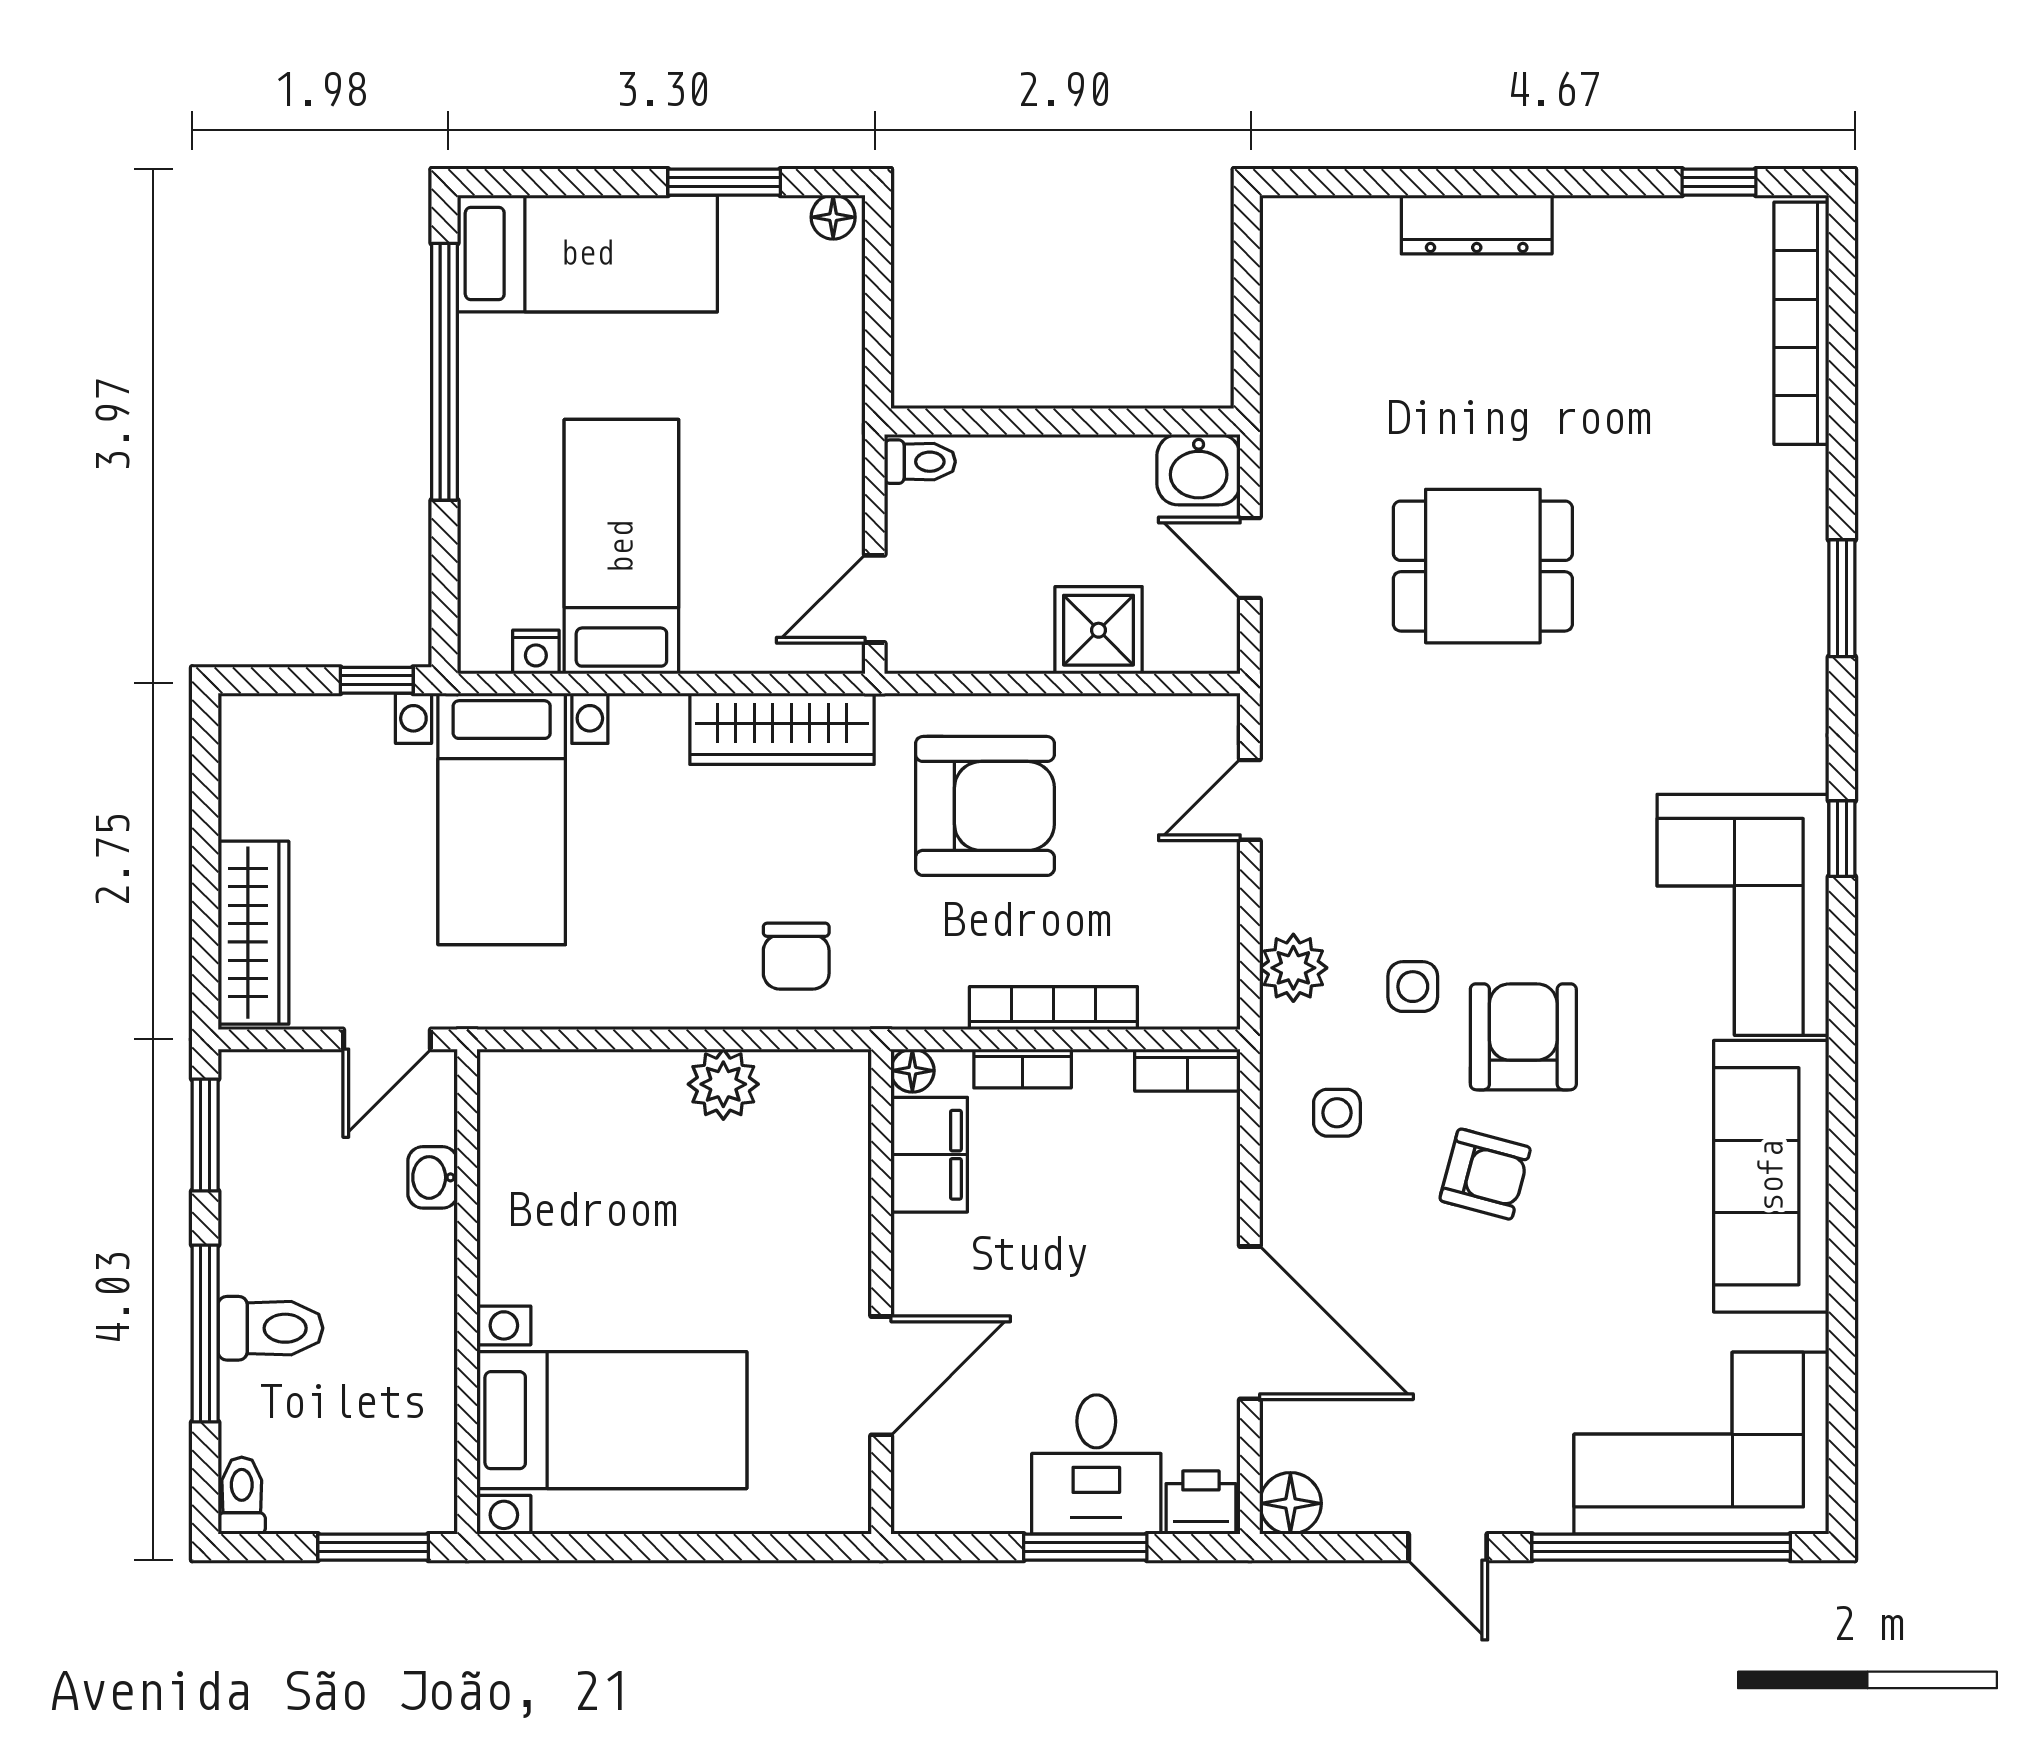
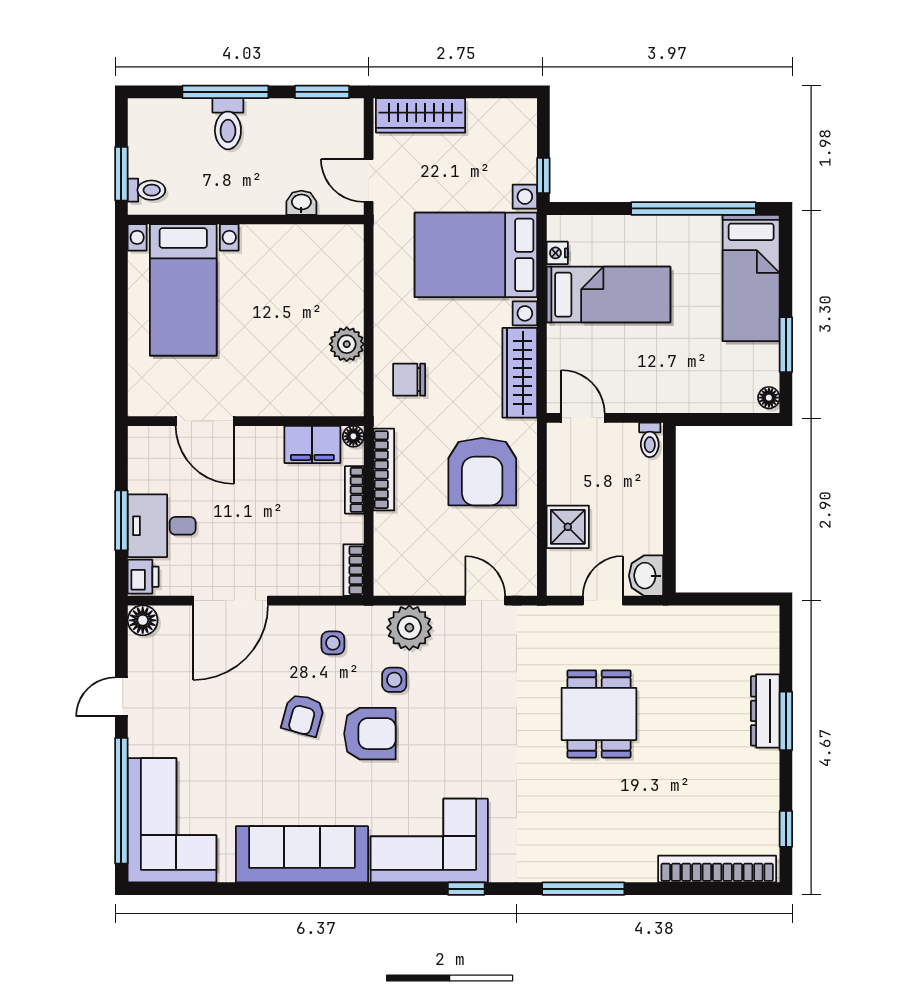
window: (1497, 182) -> (786, 721), added
window: (1842, 598) -> (583, 889), width x1.44
bed with nightstands: (502, 819) -> (476, 255), width x1.36
plant: (1293, 968) -> (409, 628), width x1.36, depth x1.36
bookcase: (1053, 1008) -> (384, 470), moved
toilet: (242, 1496) -> (146, 190), moved

